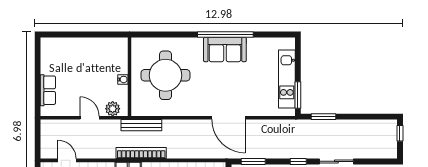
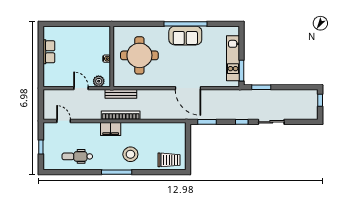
row of seats: (48, 90) -> (49, 52), moved

